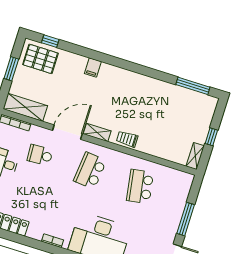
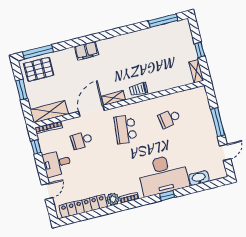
window: (50, 41) -> (38, 52), width x2.17
filing cabinet: (93, 67) -> (86, 51), width x2.00
school desk: (140, 186) -> (169, 118), width x0.54
plant: (35, 232) -> (113, 199), added

